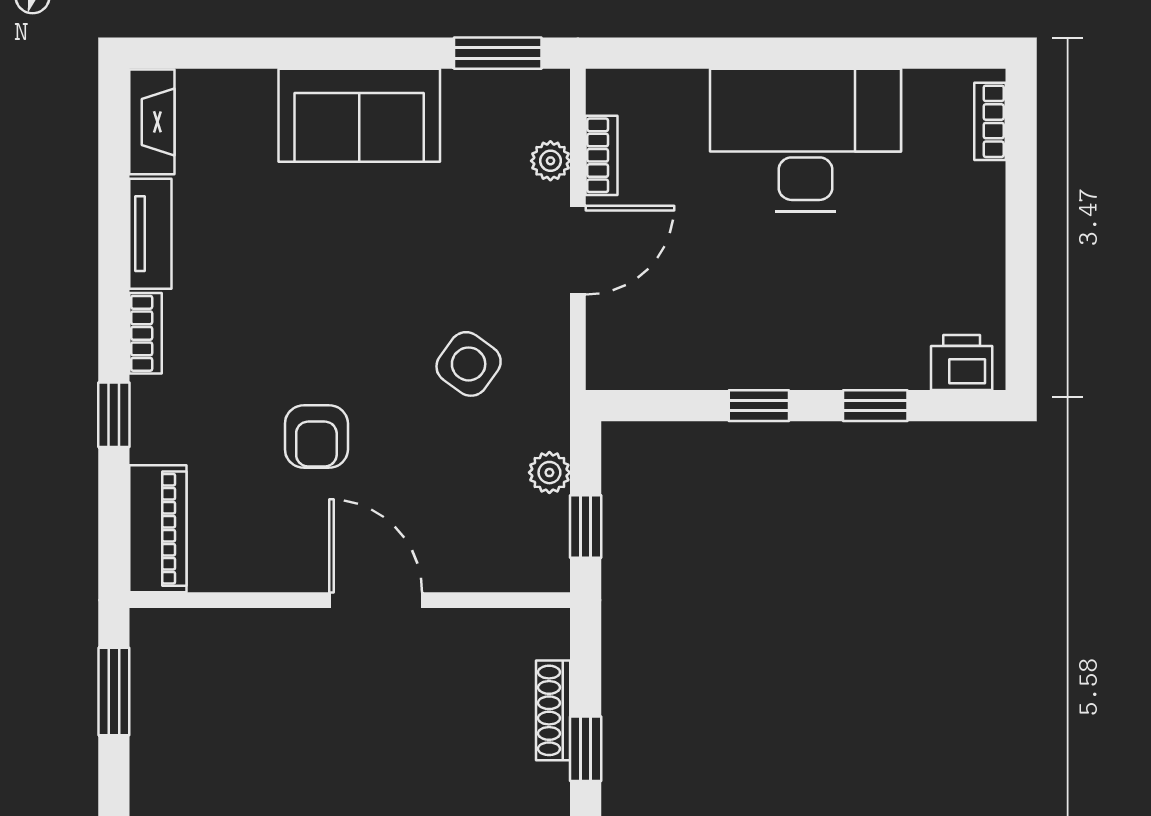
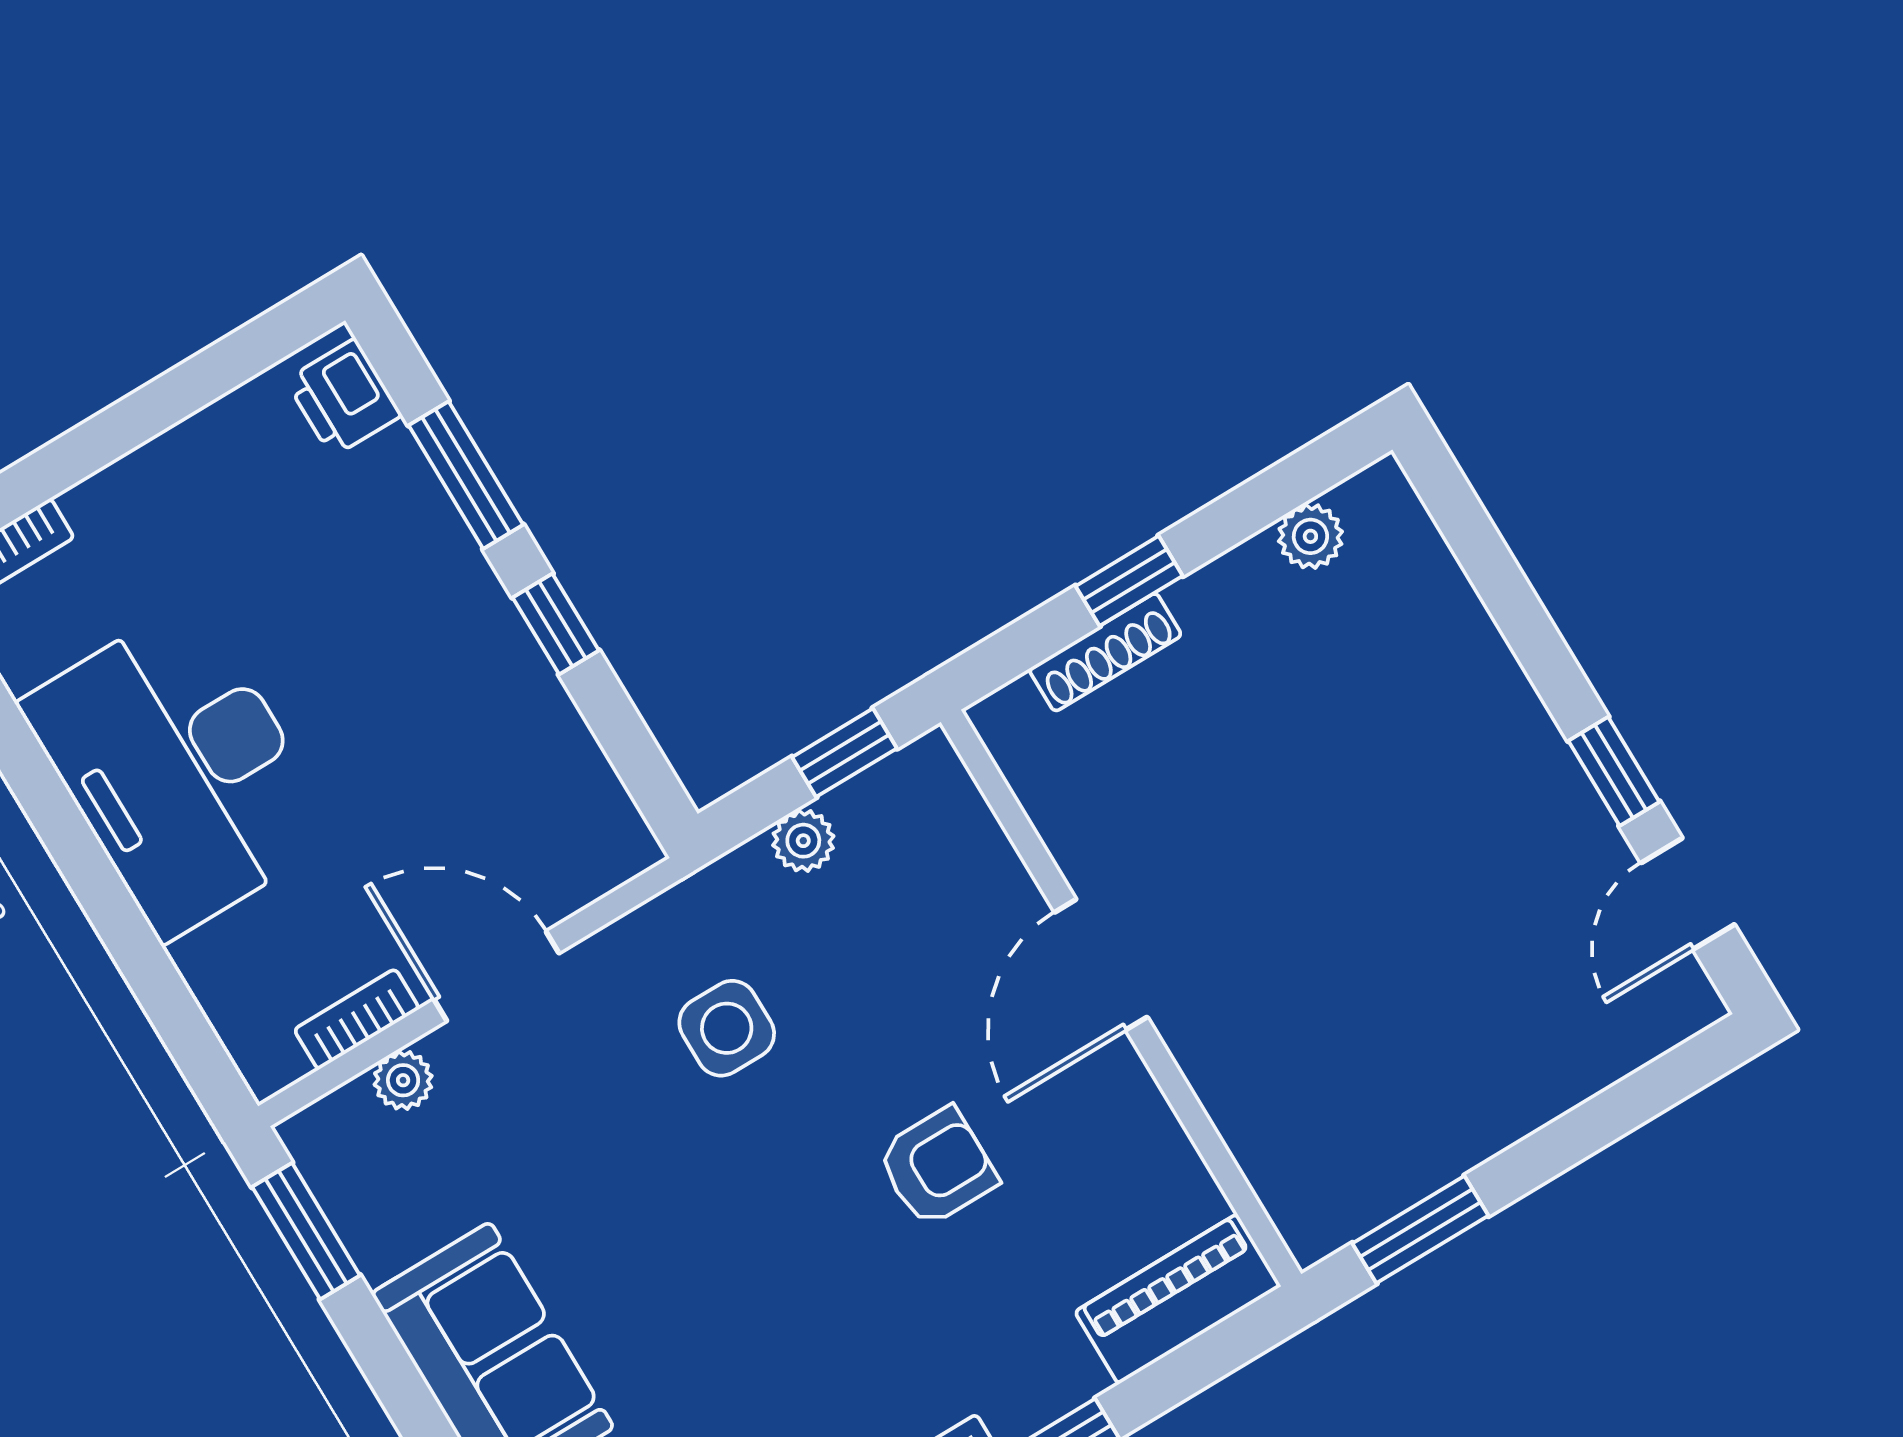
side table: (469, 364) -> (727, 1028), turned -36
window: (875, 406) -> (466, 475), width x1.50

